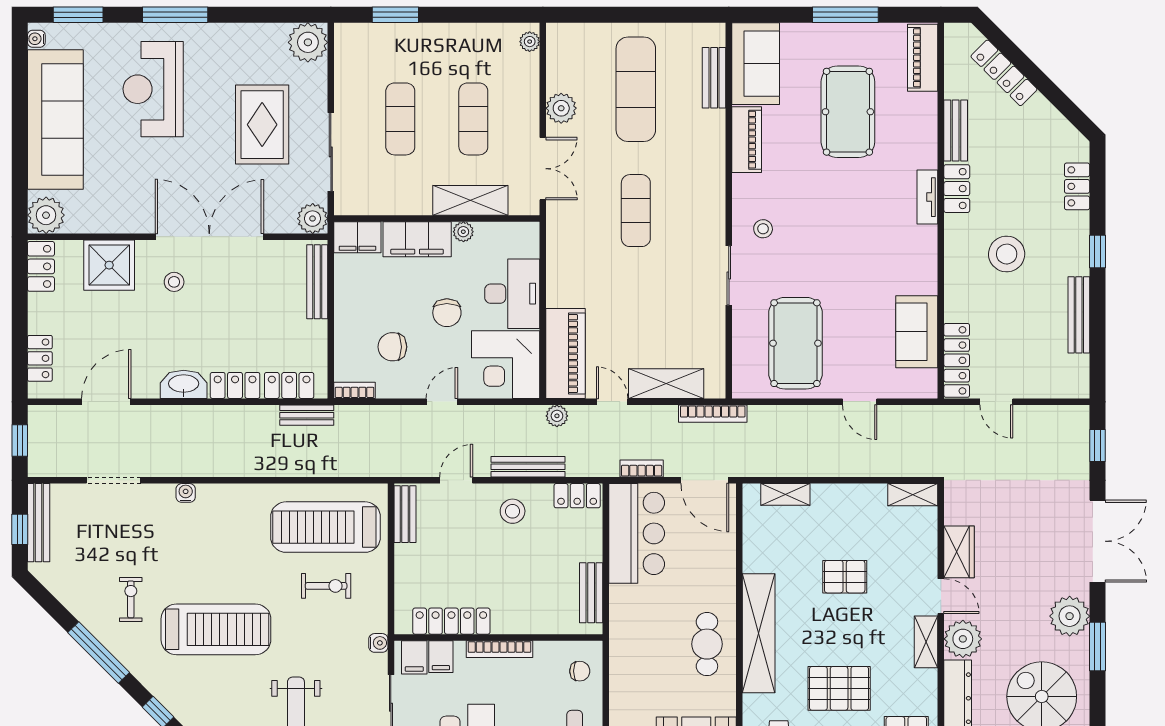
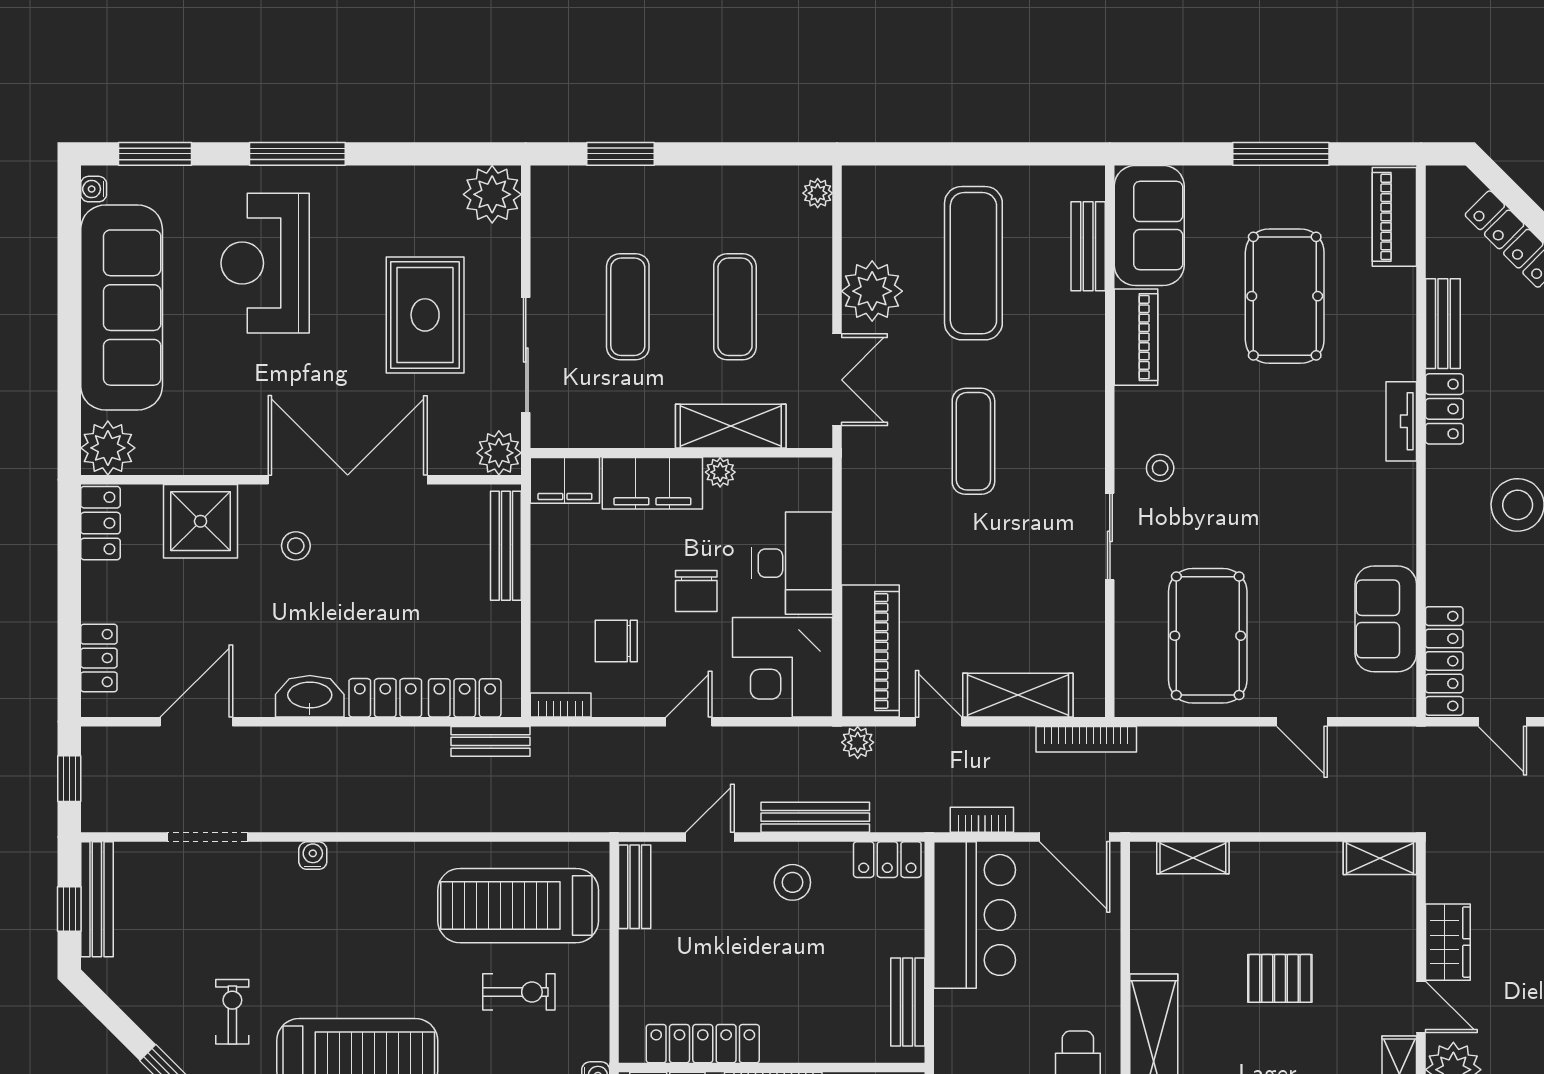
plant: (561, 108) -> (872, 291), width x1.36, depth x1.36

